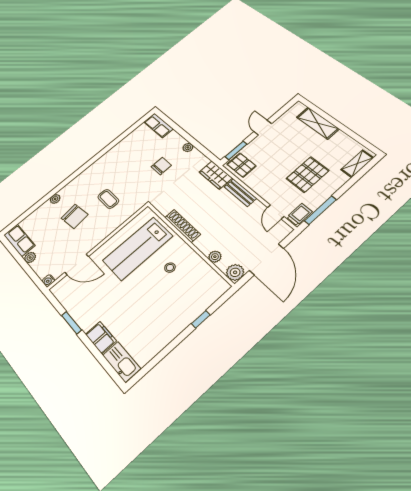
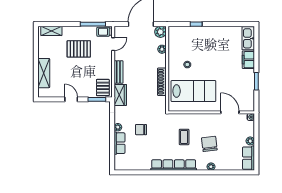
row of seats: (158, 125) -> (119, 143), moved
door: (263, 128) -> (71, 99), swing flipped
row of seats: (97, 167) -> (174, 165), added

